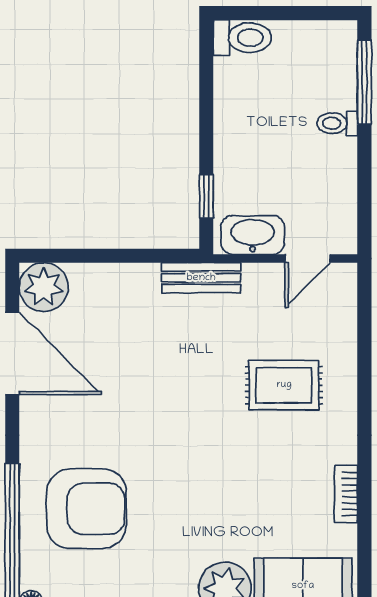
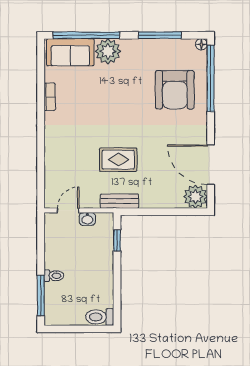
washbasin: (253, 235) -> (87, 219), width x0.52, depth x0.69
rug: (284, 385) -> (118, 160), moved
armchair: (86, 509) -> (175, 90), turned -90

